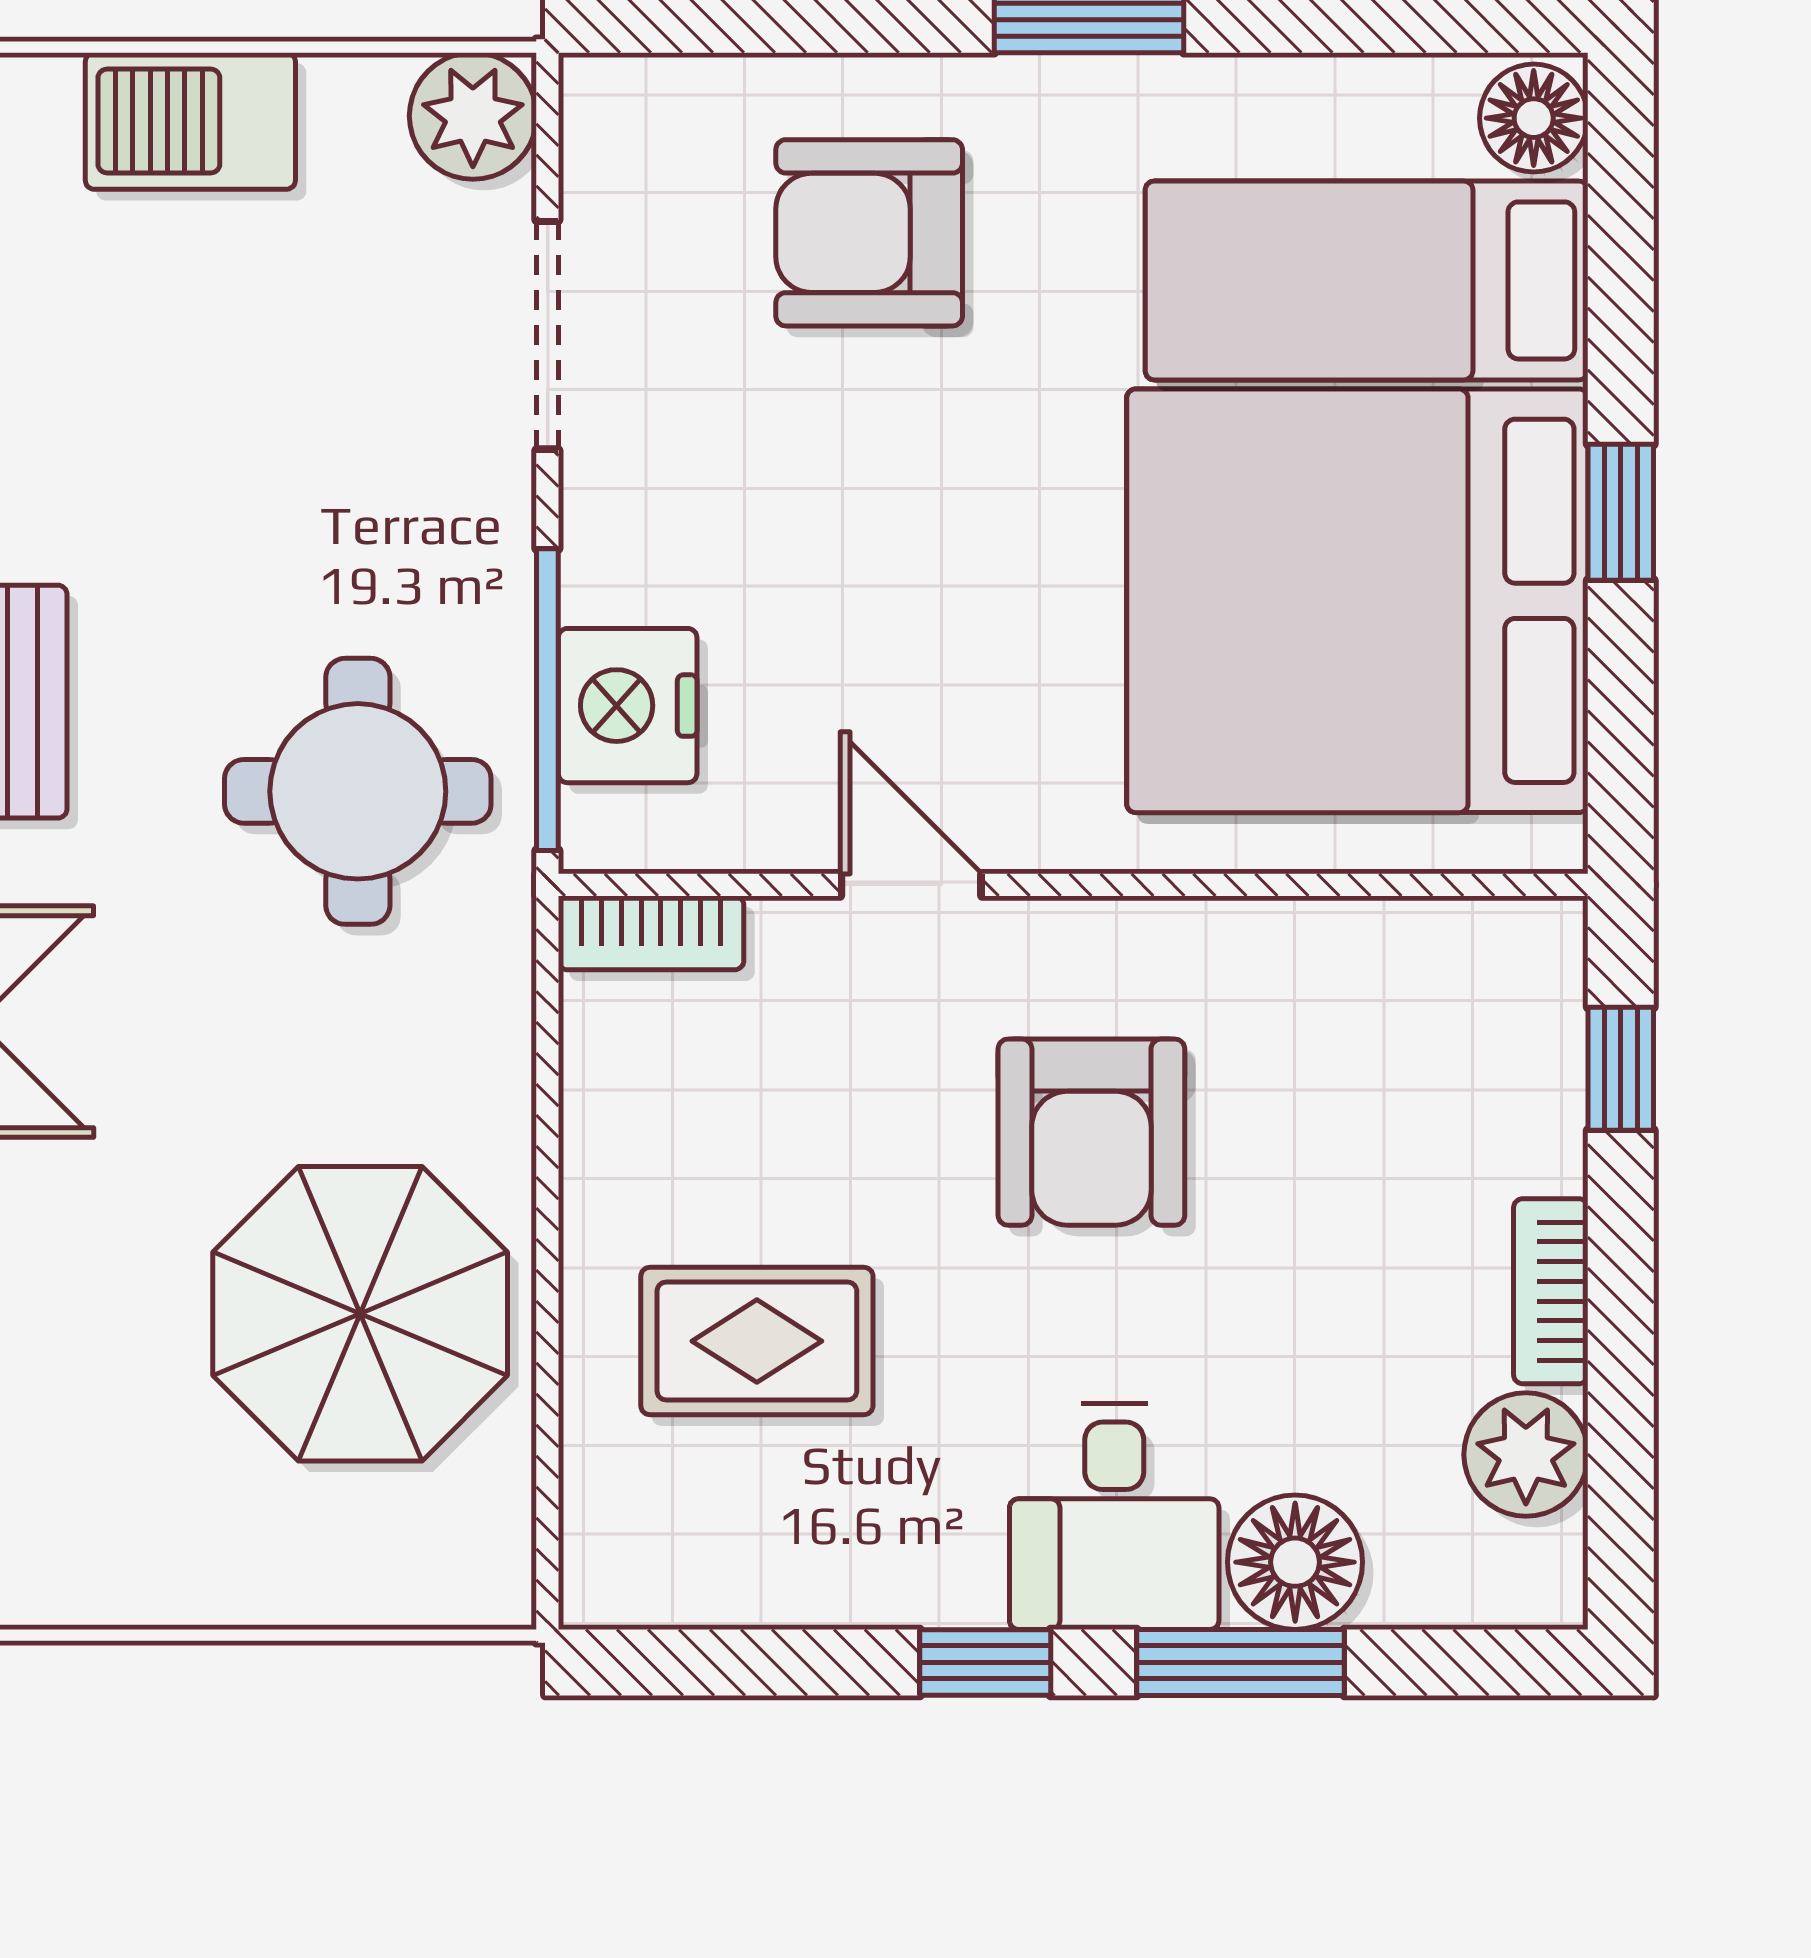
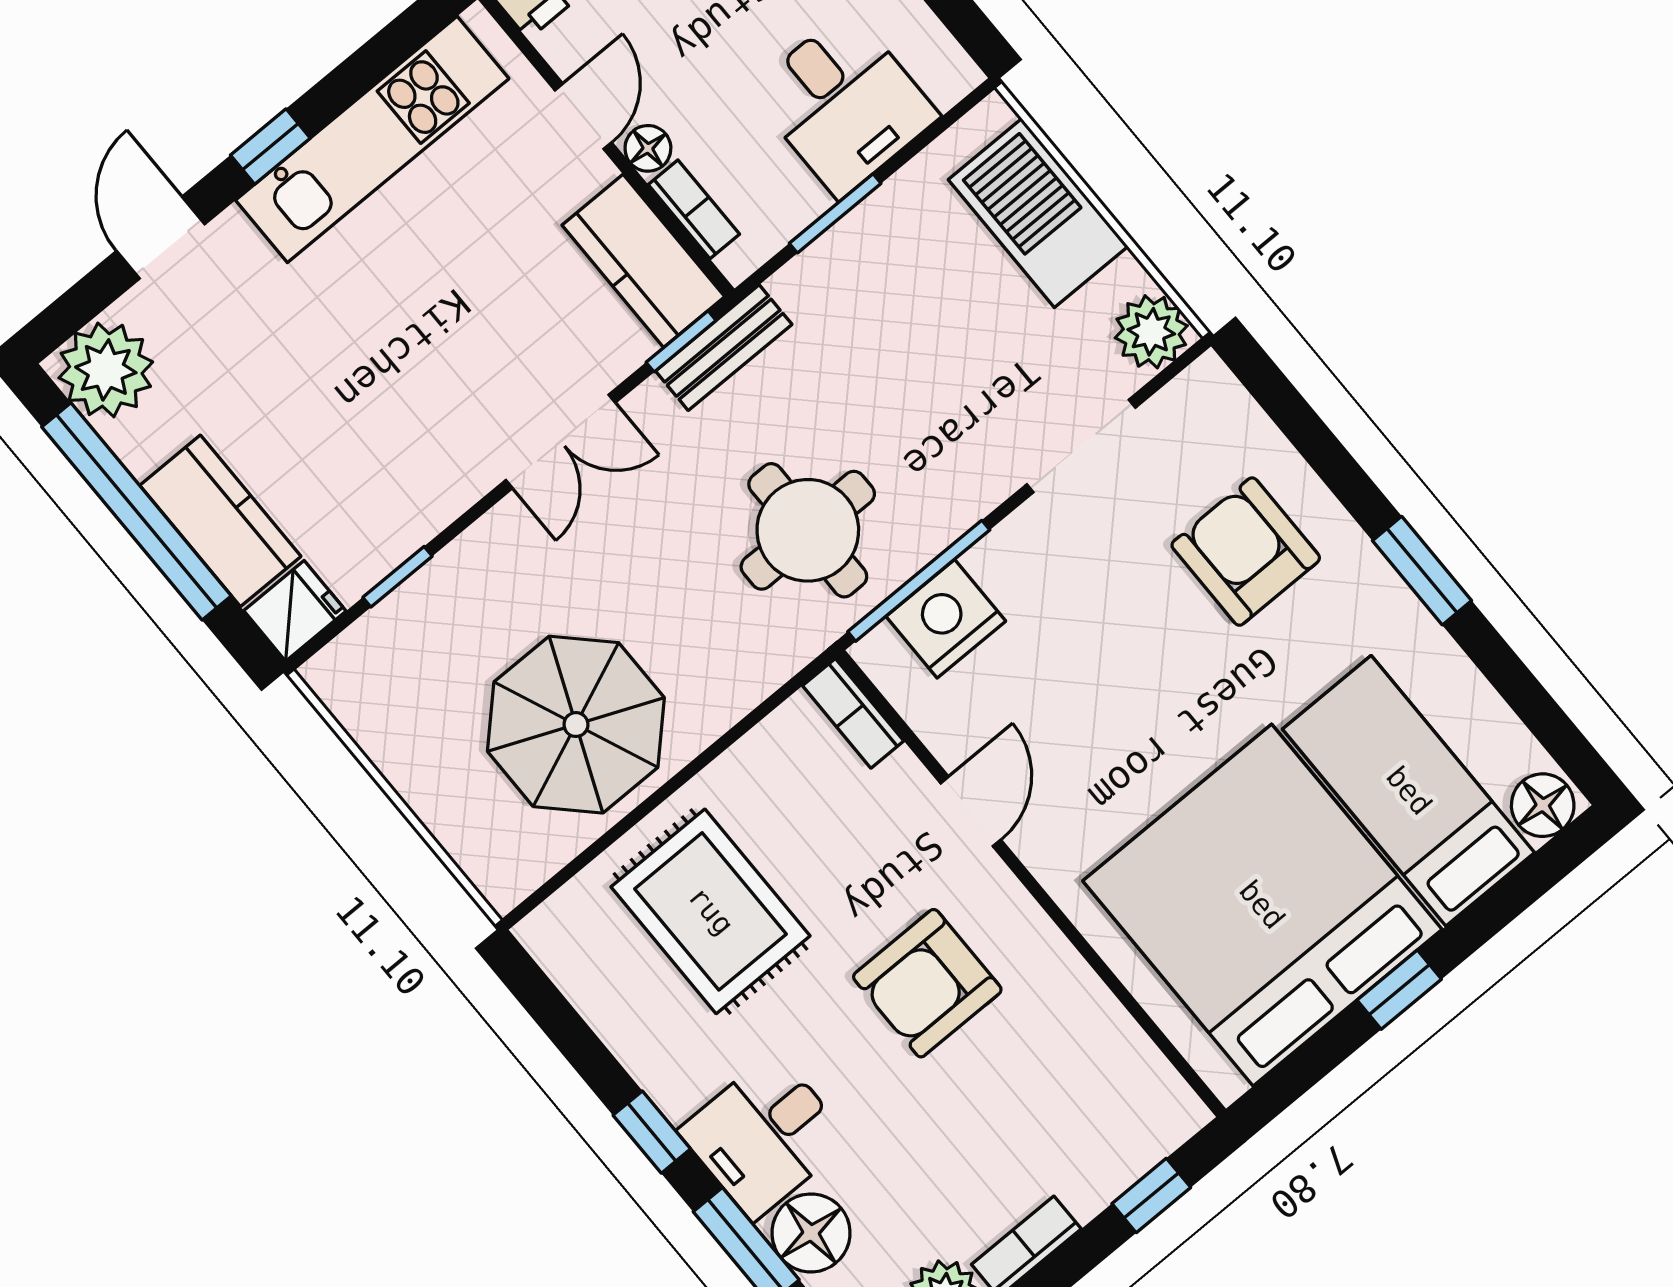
barbecue: (190, 121) -> (1038, 213), width x1.37, depth x1.21
rug: (757, 1341) -> (711, 911), width x1.36, depth x1.43

